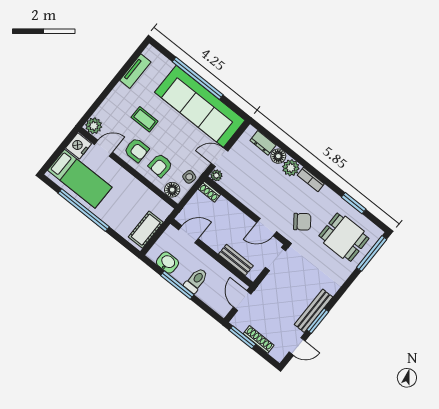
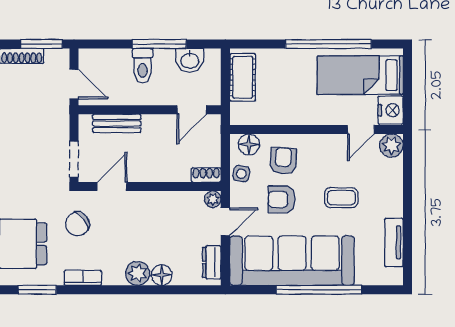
dresser: (263, 143) -> (212, 262), moved, turned -90
armchair: (137, 150) -> (282, 199), moved
bookcase: (311, 180) -> (83, 278), moved

